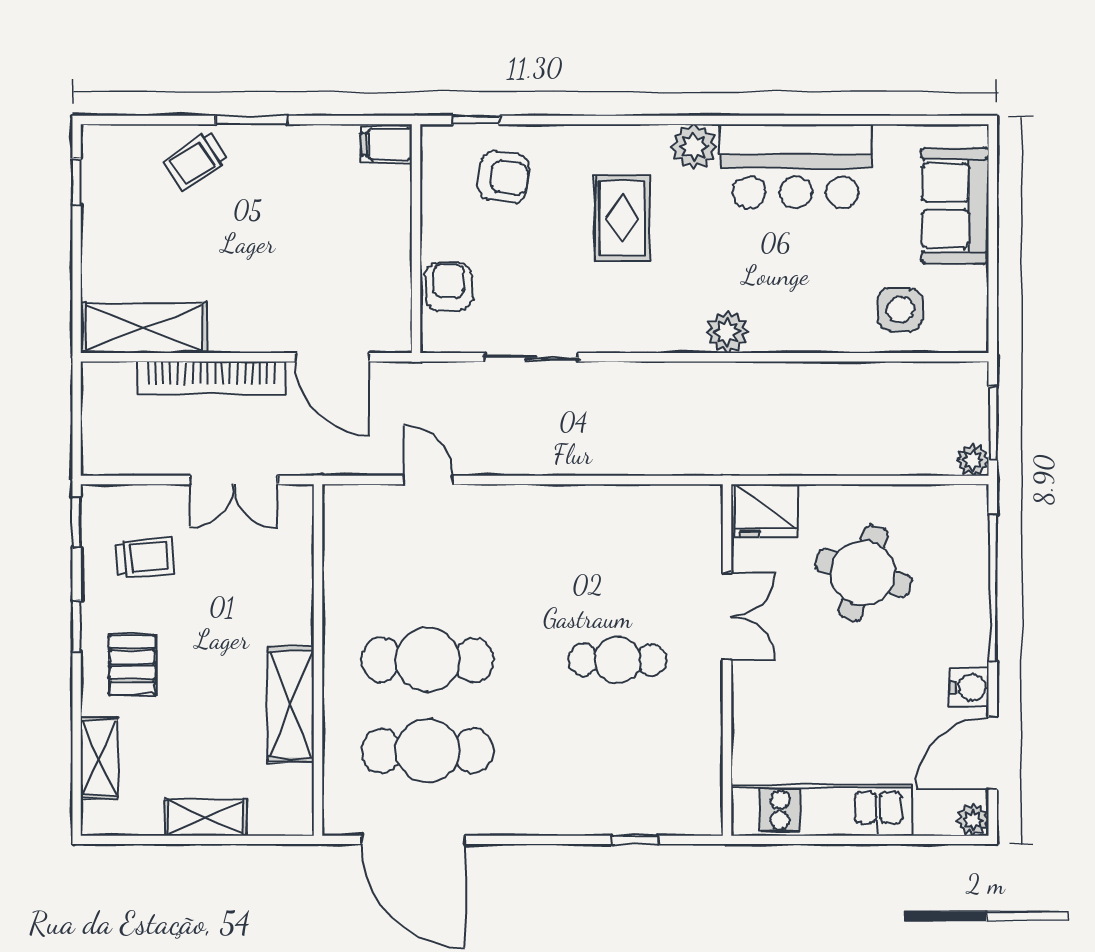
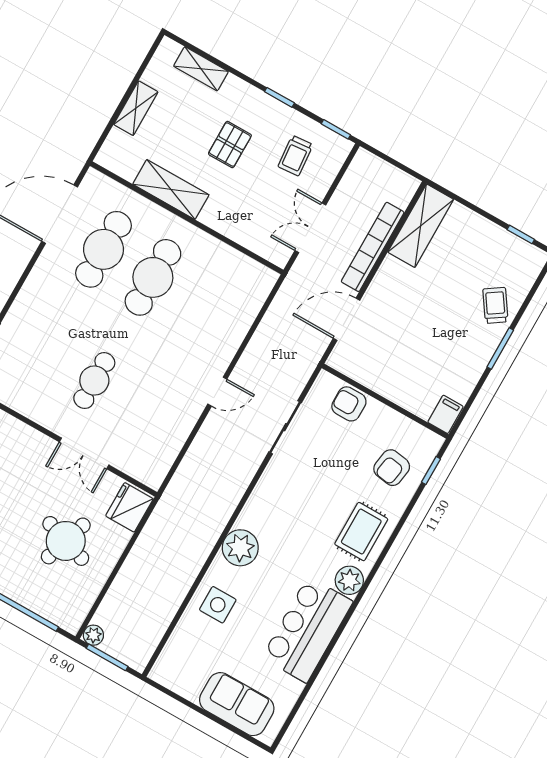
rug: (622, 218) -> (361, 532), moved, turned 90
armchair: (449, 287) -> (349, 404), turned 180
side table: (900, 310) -> (218, 605), moved
plant: (727, 332) -> (240, 548), width x1.36, depth x1.36
door: (428, 480) -> (217, 392), moved
pallet: (132, 665) -> (230, 145), moved, turned 90

